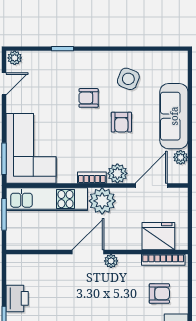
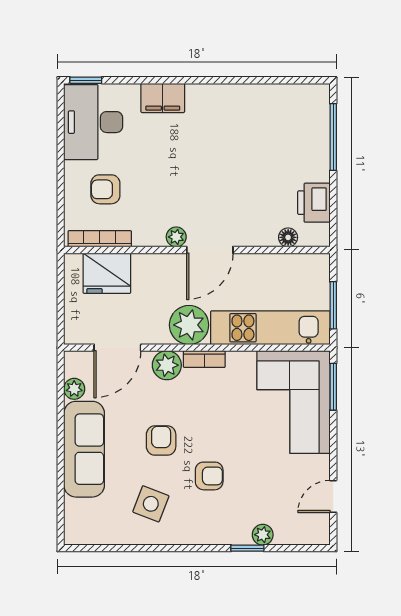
plant: (15, 58) -> (263, 535), moved
floor lamp: (35, 261) -> (288, 237), added
printer: (17, 298) -> (314, 203), moved

